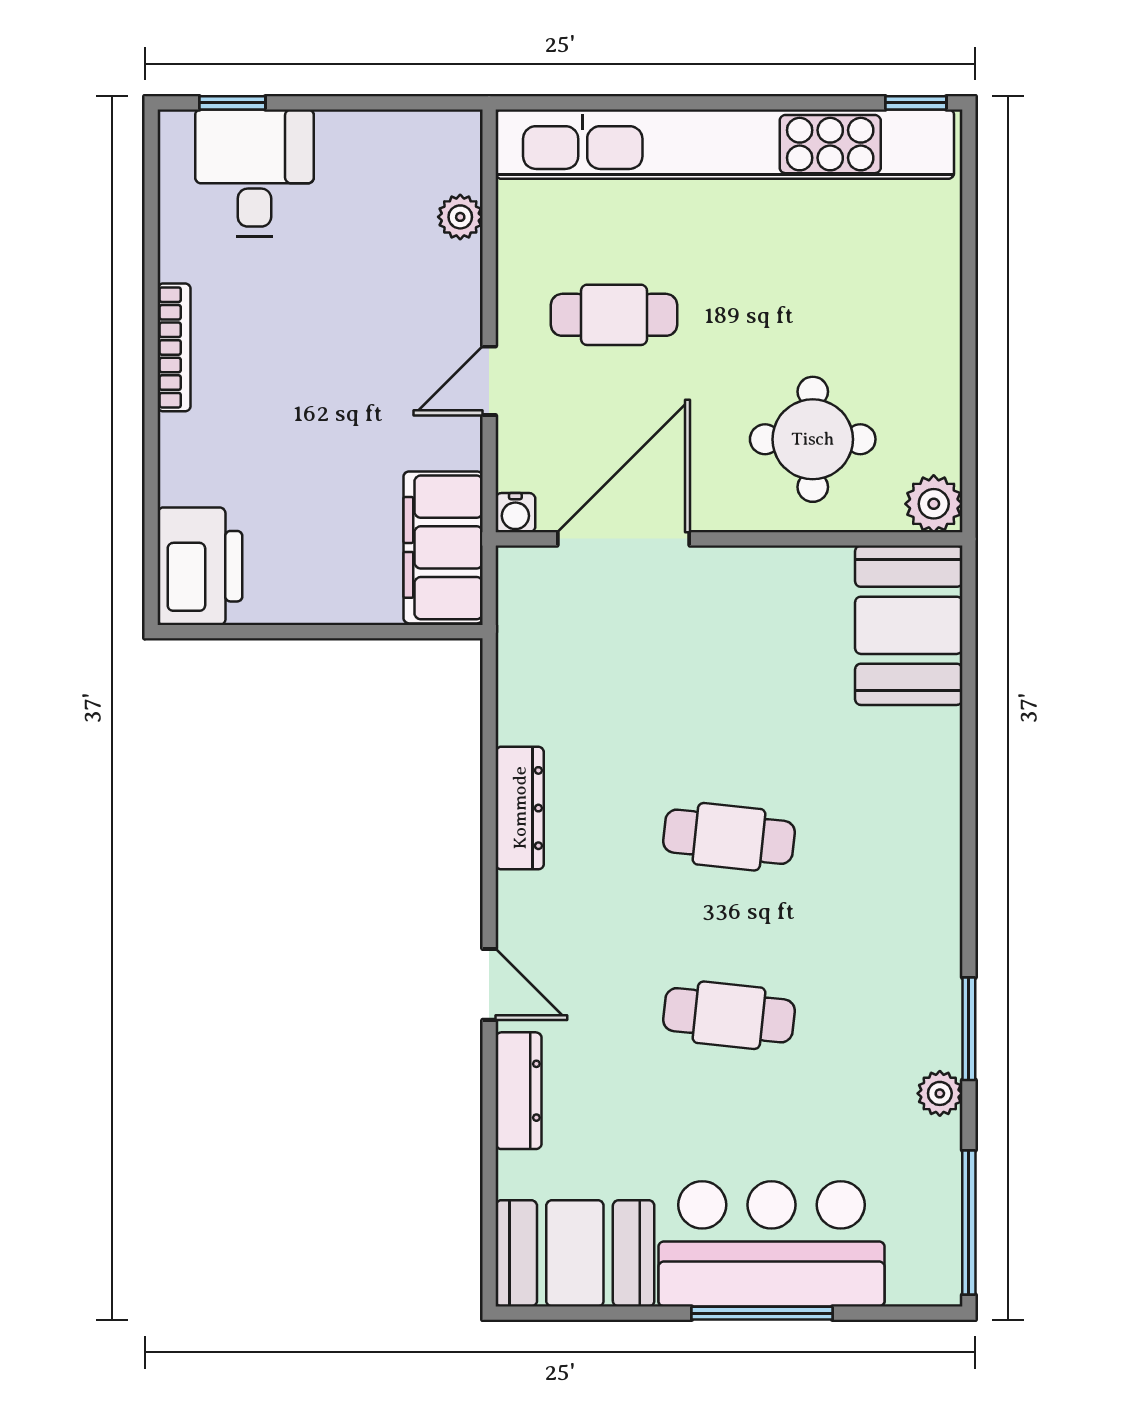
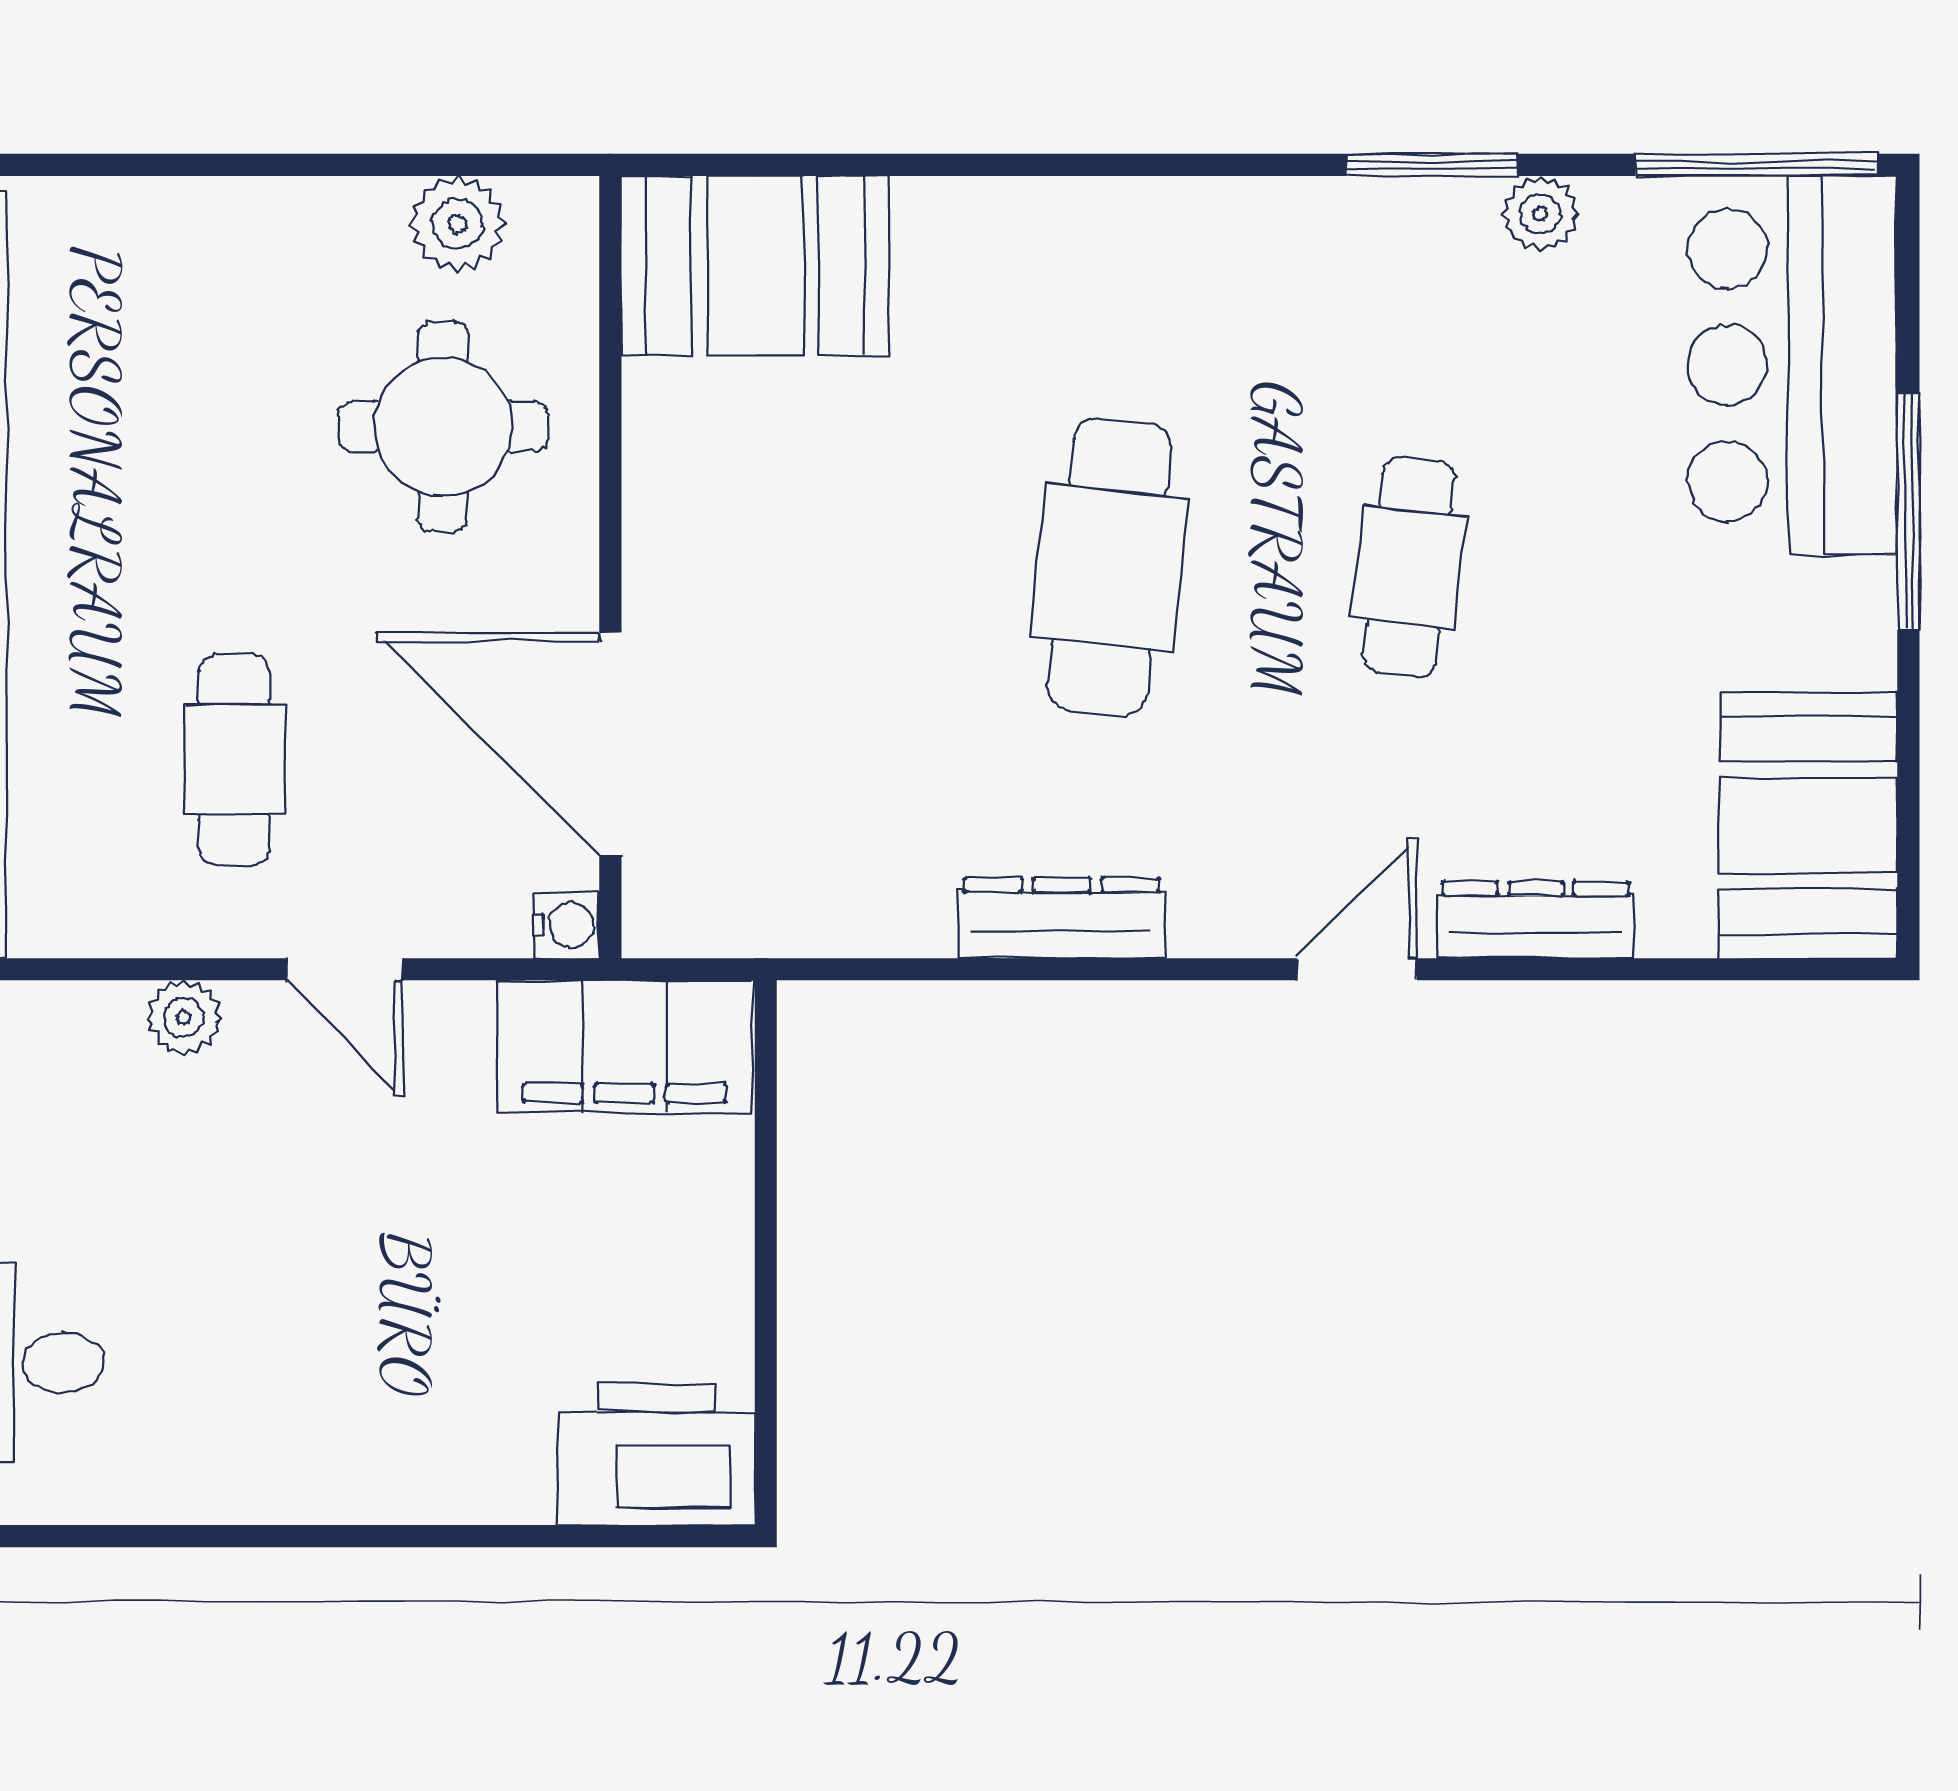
plant: (460, 217) -> (184, 1018), moved
bookcase: (174, 347) -> (289, 1498), removed
plant: (934, 504) -> (458, 224), moved
cafe table: (729, 837) -> (1110, 567), width x1.37, depth x1.35
bar counter: (771, 1244) -> (1792, 365), moved

